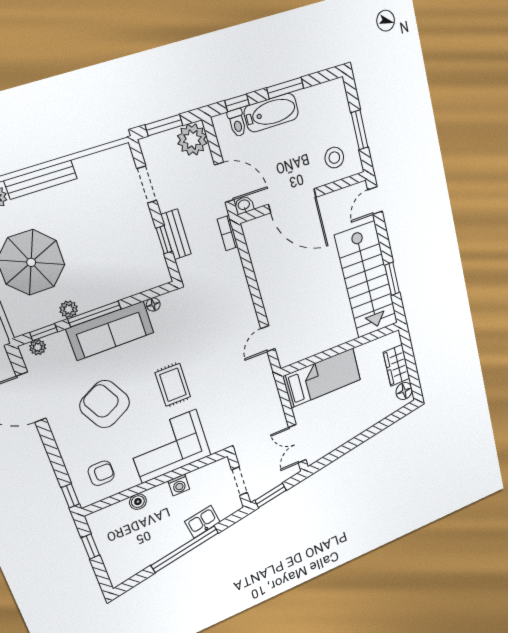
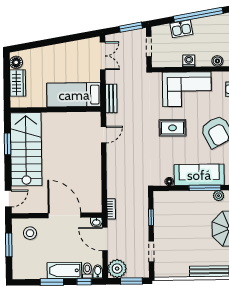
bidet: (221, 126) -> (98, 271), added
bench: (176, 234) -> (111, 98), moved
rug: (173, 385) -> (173, 128), turned 90

